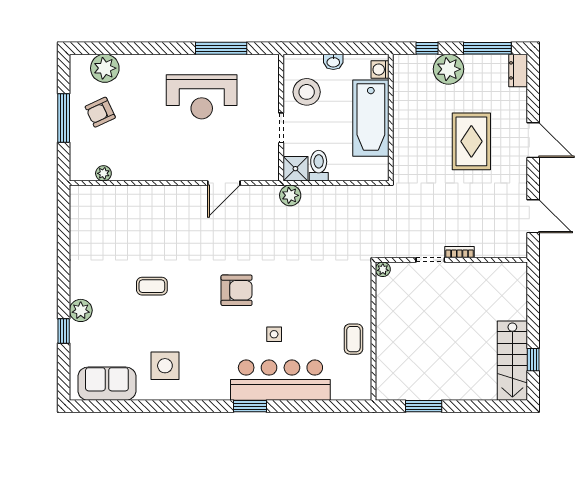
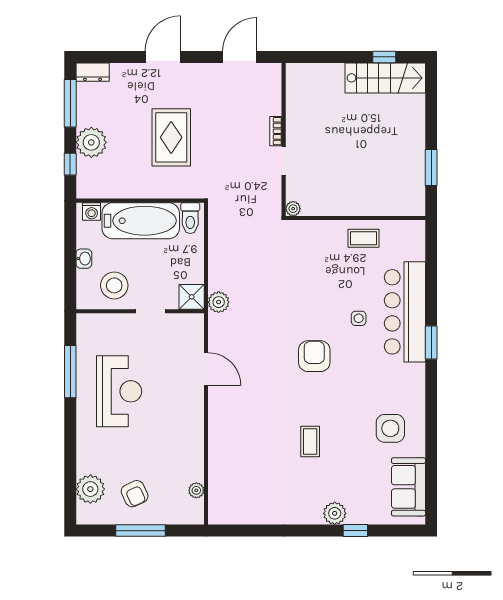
rug: (471, 141) -> (171, 137), moved, turned 90
toilet: (319, 166) -> (190, 218), moved, turned -90

